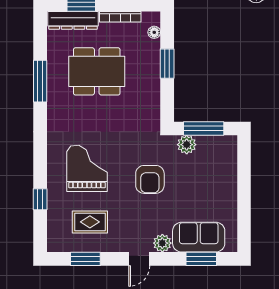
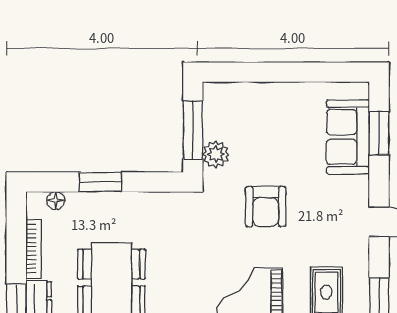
armchair: (150, 179) -> (266, 207), turned 90
plant: (162, 243) -> (357, 189), removed

